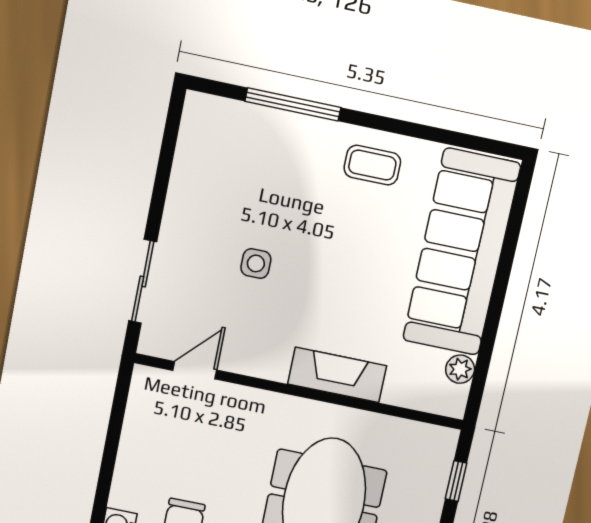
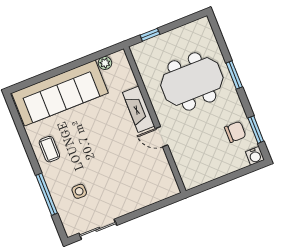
side table: (256, 263) -> (79, 191), moved
sliding door: (143, 281) -> (98, 229), moved
door: (195, 370) -> (162, 137), moved

